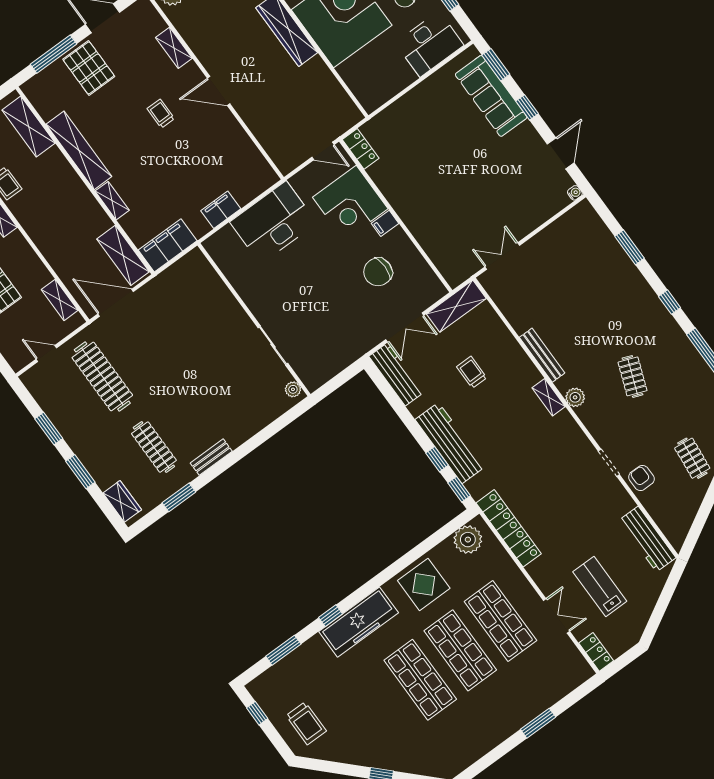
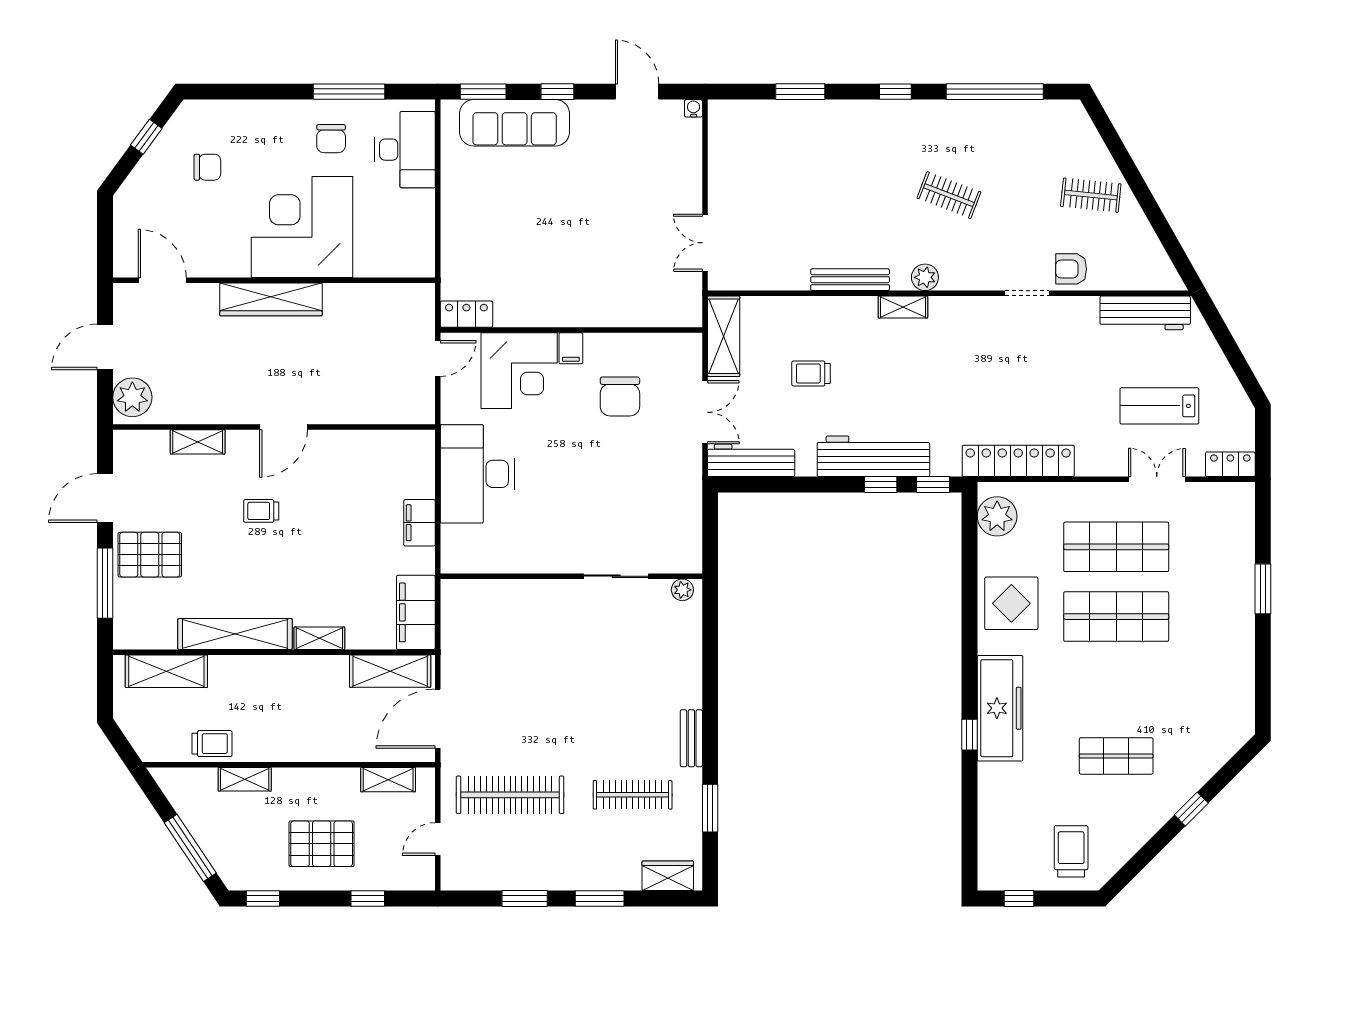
window: (283, 650) -> (969, 817), removed
shop shelf: (420, 680) -> (1116, 756), moved, width x0.70, depth x0.74
trolley: (306, 723) -> (1071, 851), turned -90

